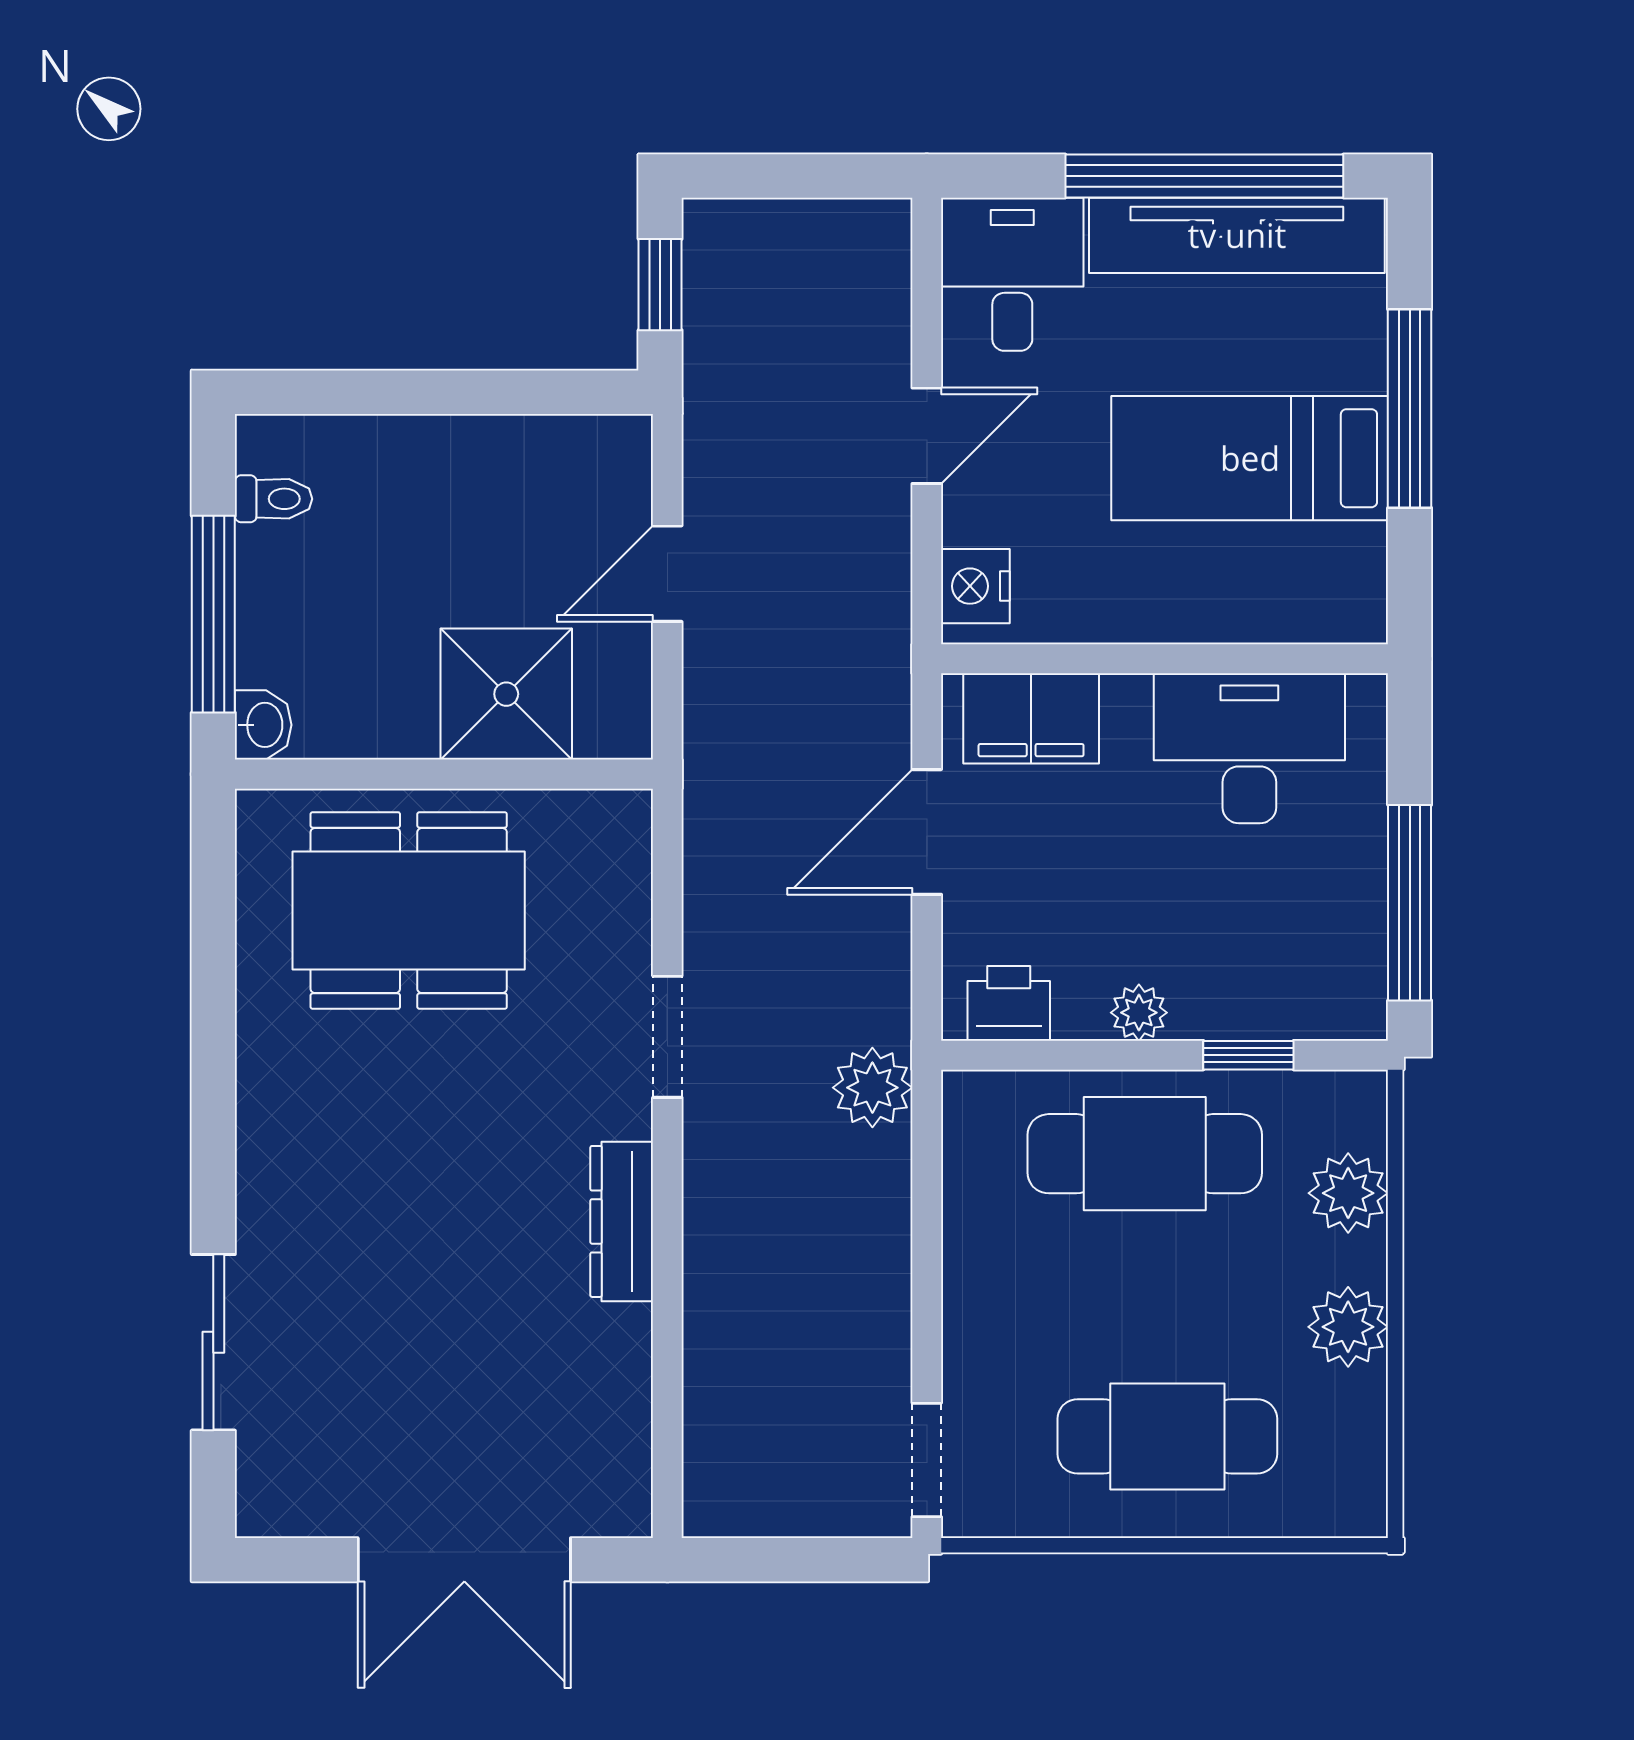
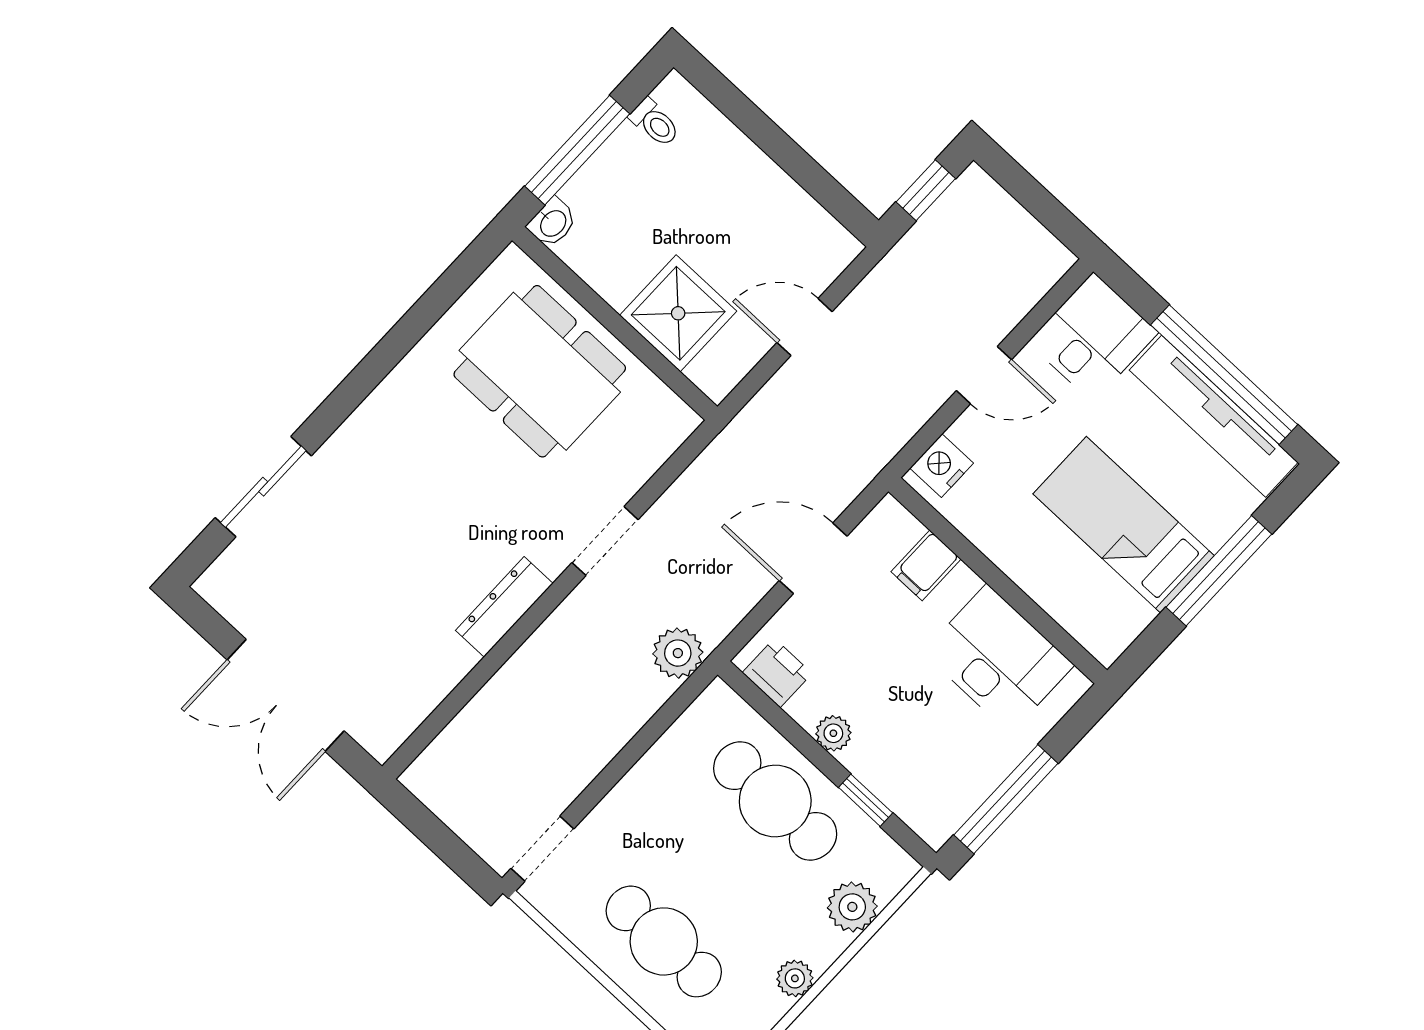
filing cabinet: (1031, 718) -> (926, 565), width x0.50
plant: (1348, 1327) -> (795, 978), width x0.73, depth x0.73

